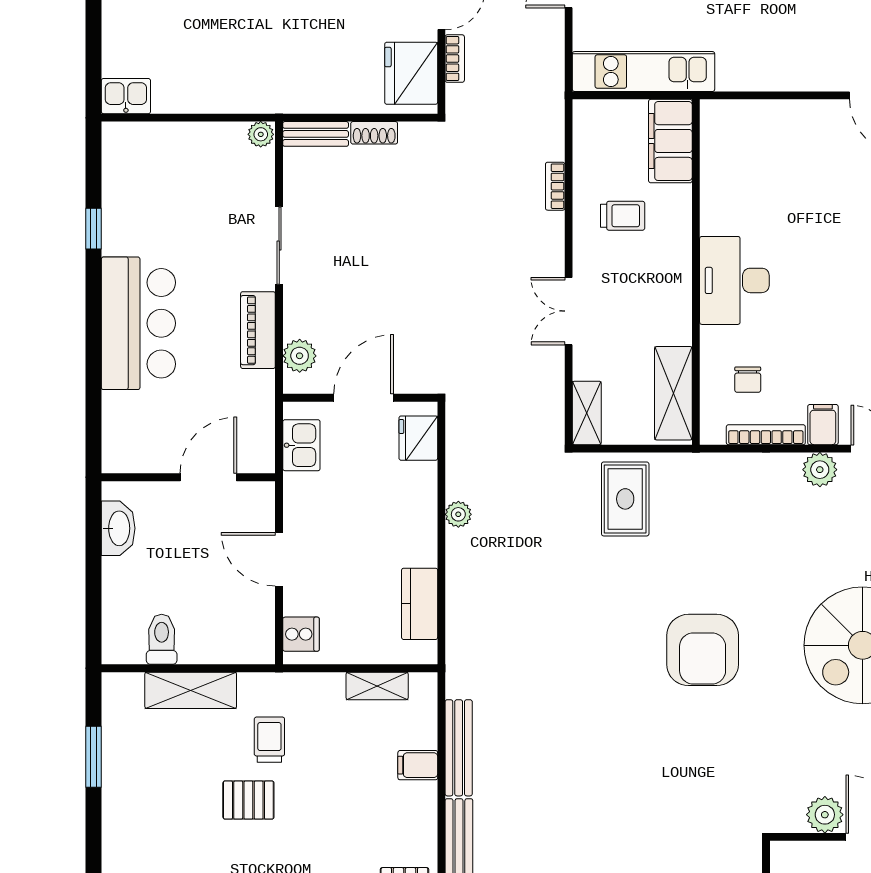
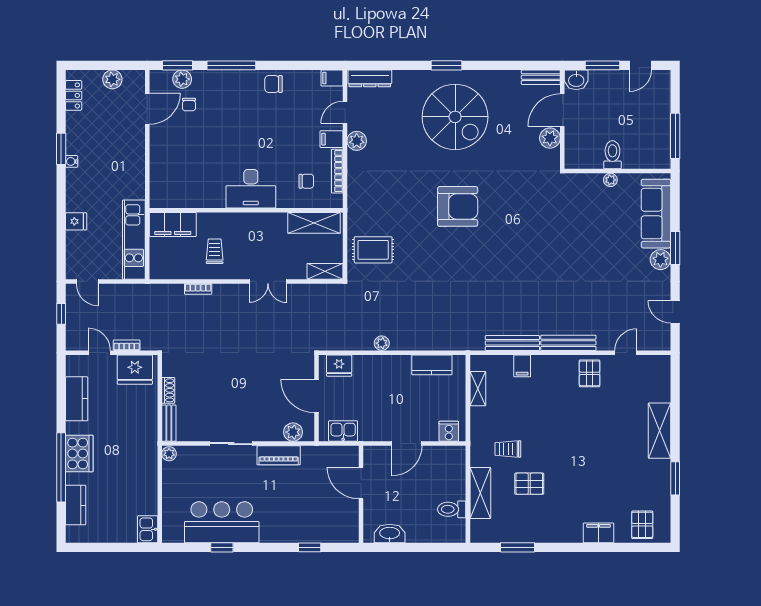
bar counter: (138, 323) -> (222, 522), moved
window: (94, 386) -> (310, 547), added
pallet: (248, 800) -> (529, 484), moved, turned 90

